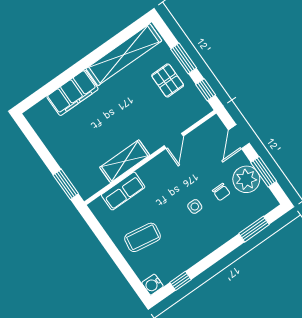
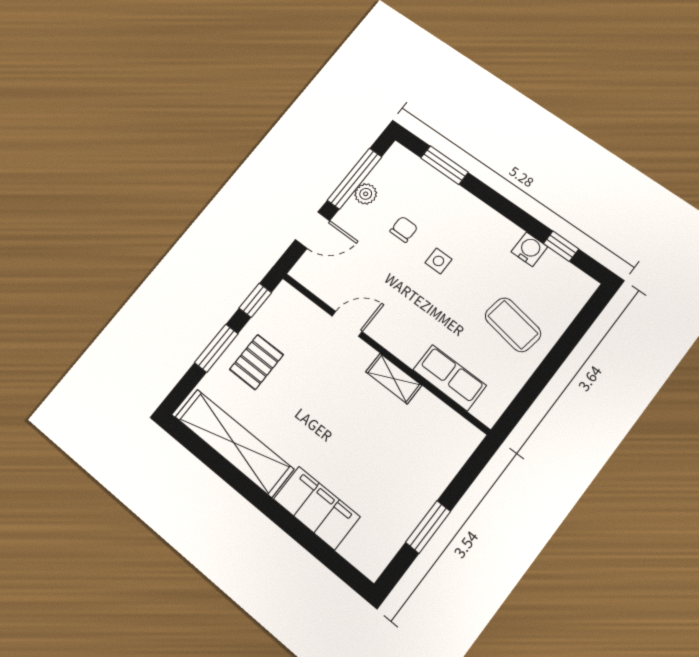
shelving: (125, 161) -> (394, 379), width x0.67, depth x0.75
window: (264, 172) -> (355, 179), width x1.44
plant: (246, 179) -> (366, 194), width x0.53, depth x0.53
window: (66, 184) -> (428, 527), moved
water cooler: (153, 285) -> (529, 249), moved, turned -90

